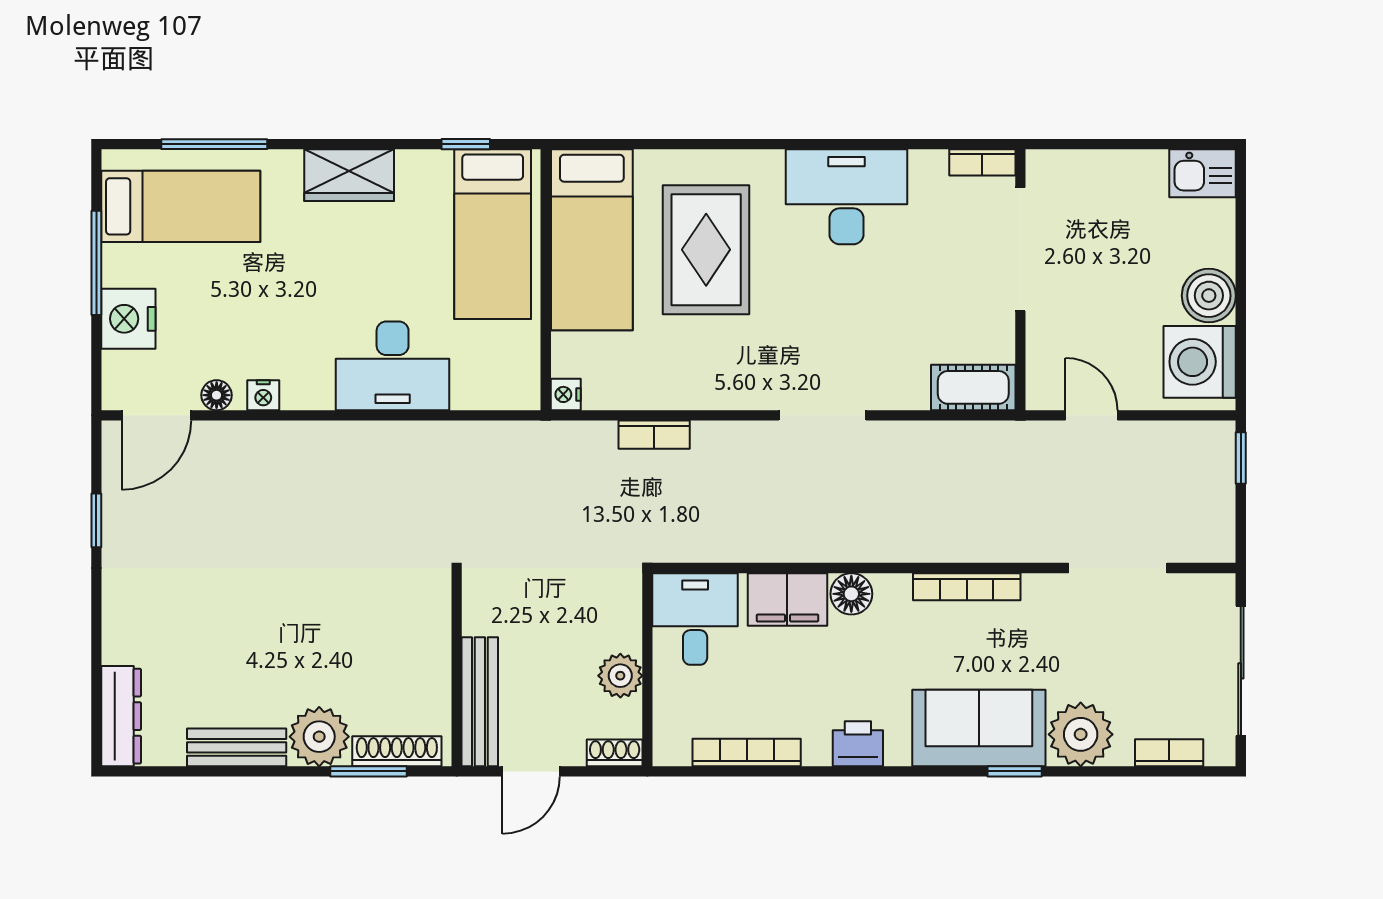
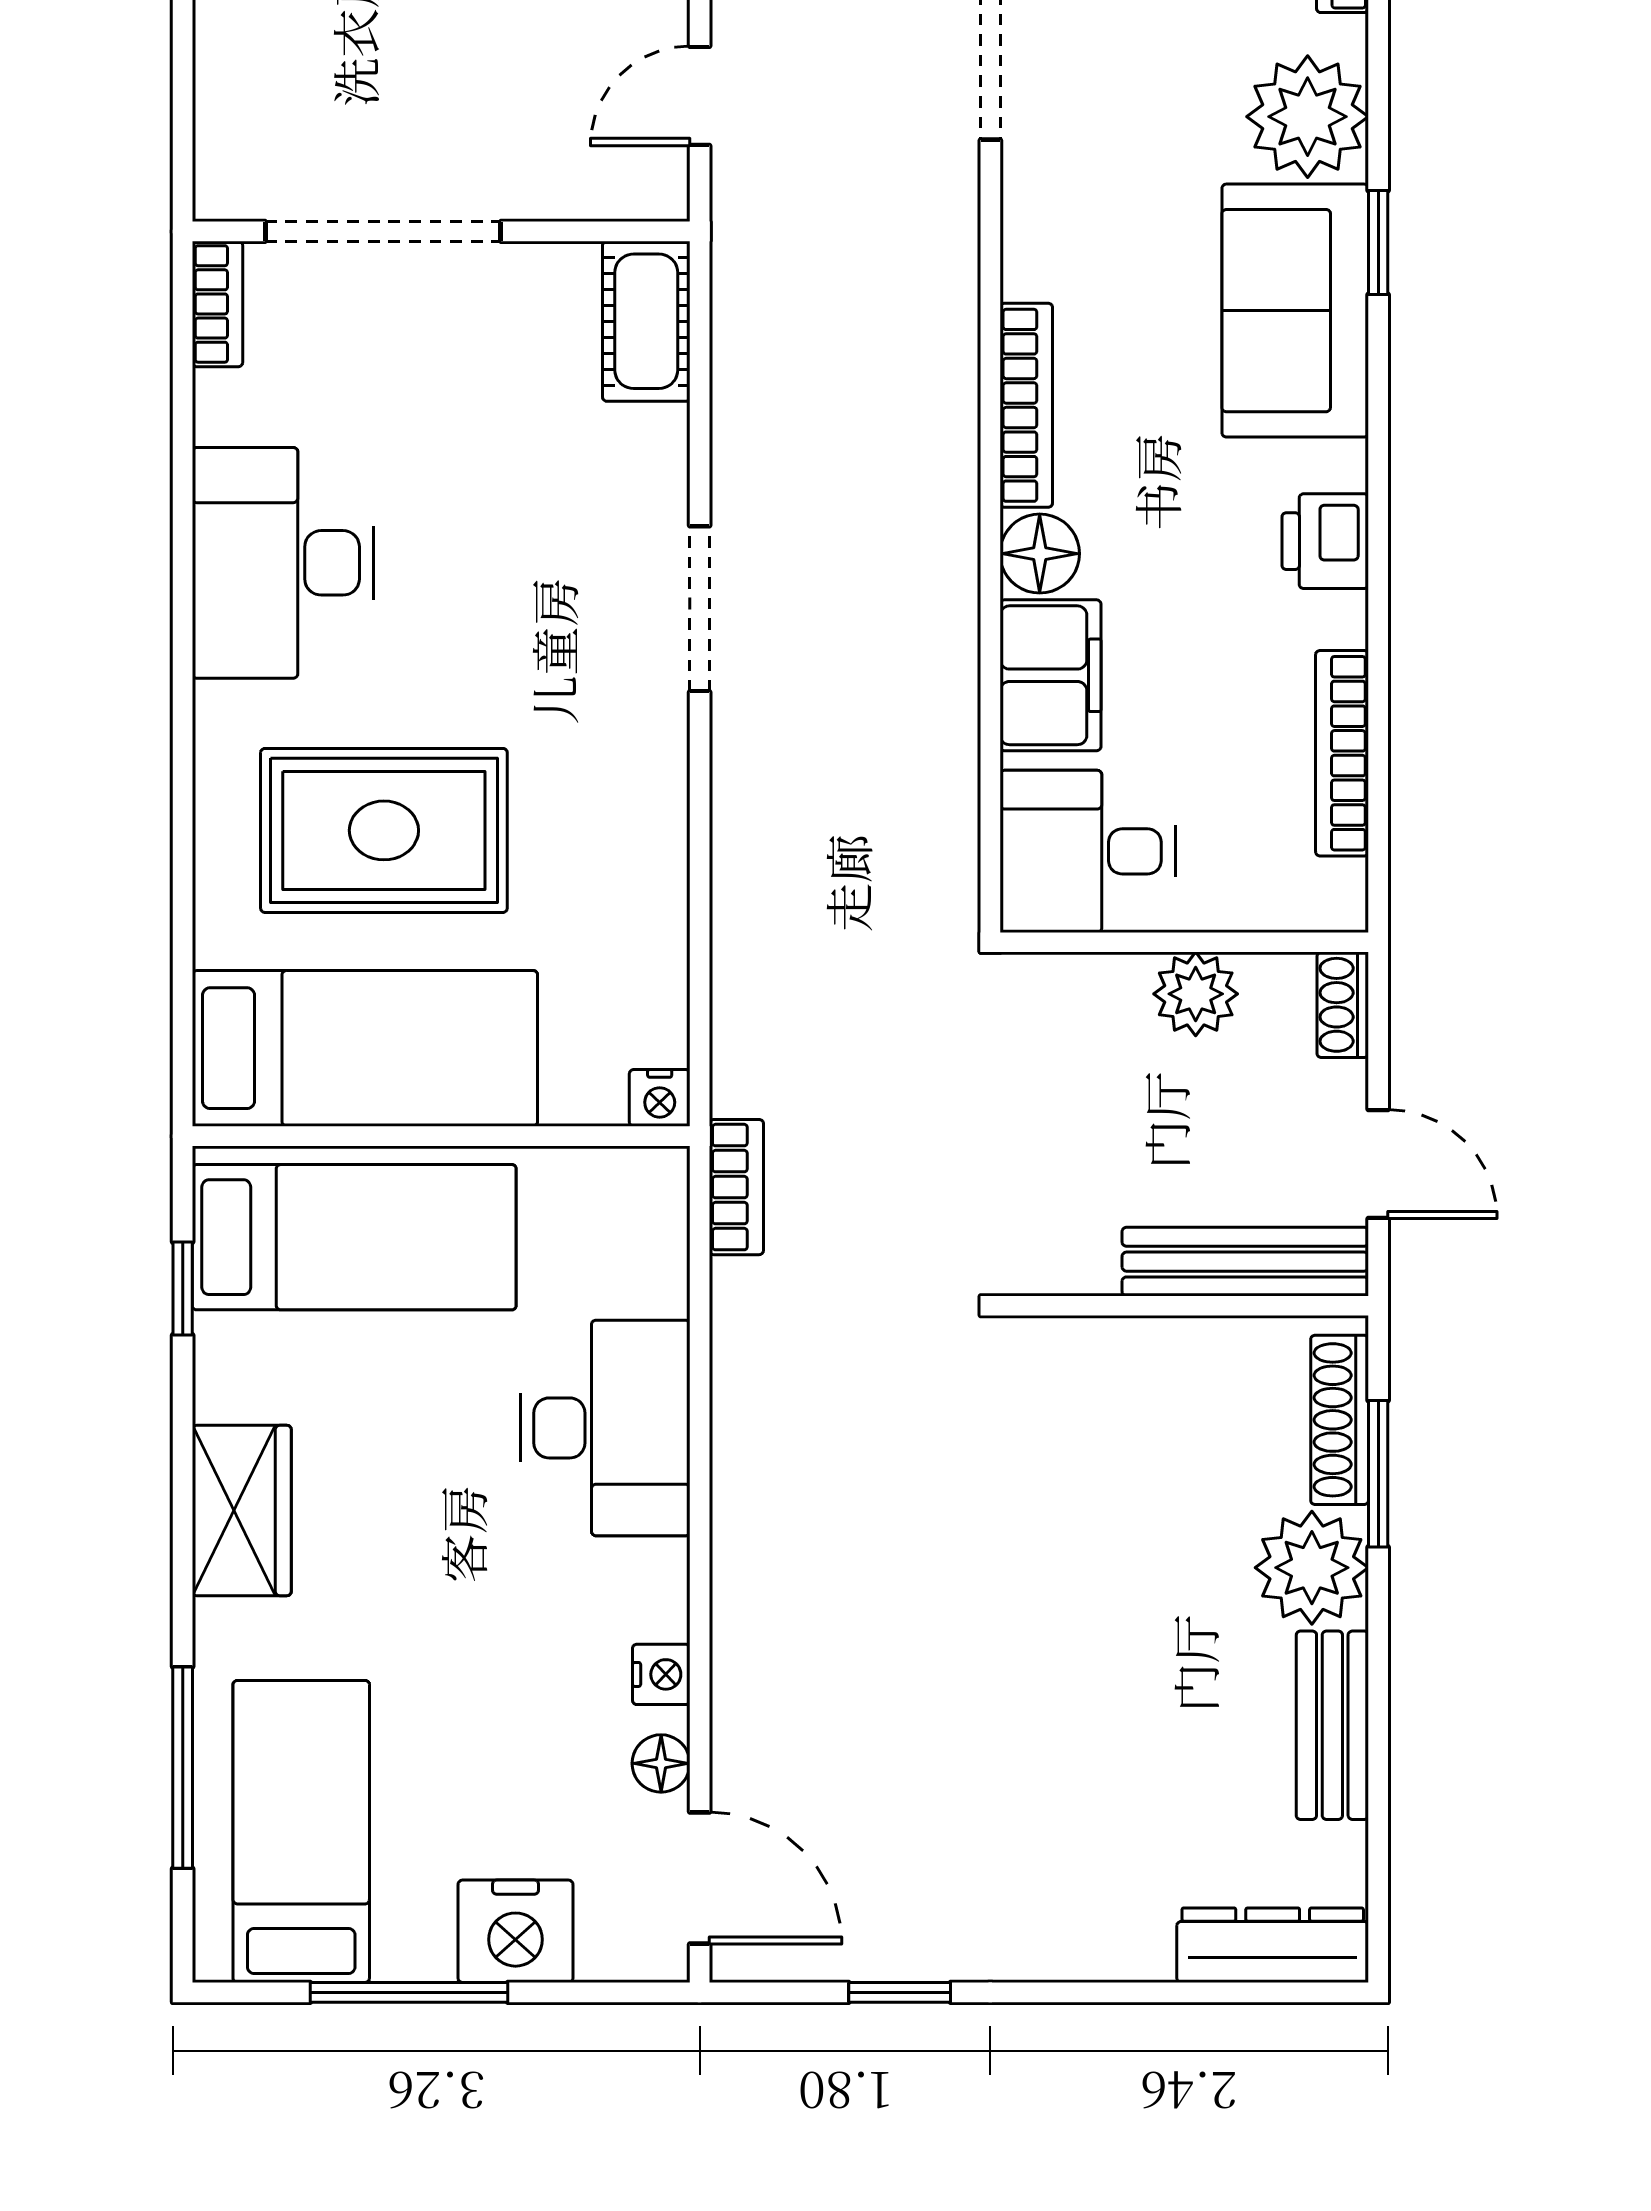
bookcase: (654, 435) -> (736, 1187), moved
bookcase: (967, 587) -> (1026, 405), moved

